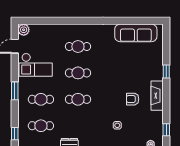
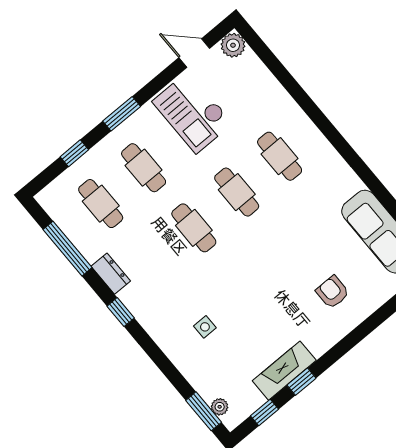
window: (166, 72) -> (302, 382), moved
fireplace: (157, 96) -> (284, 371), moved
armchair: (133, 99) -> (333, 292), moved
window: (15, 134) -> (74, 153), moved

